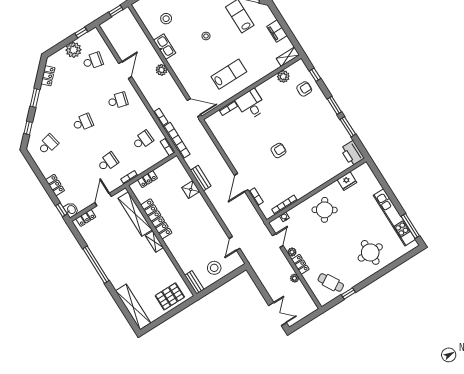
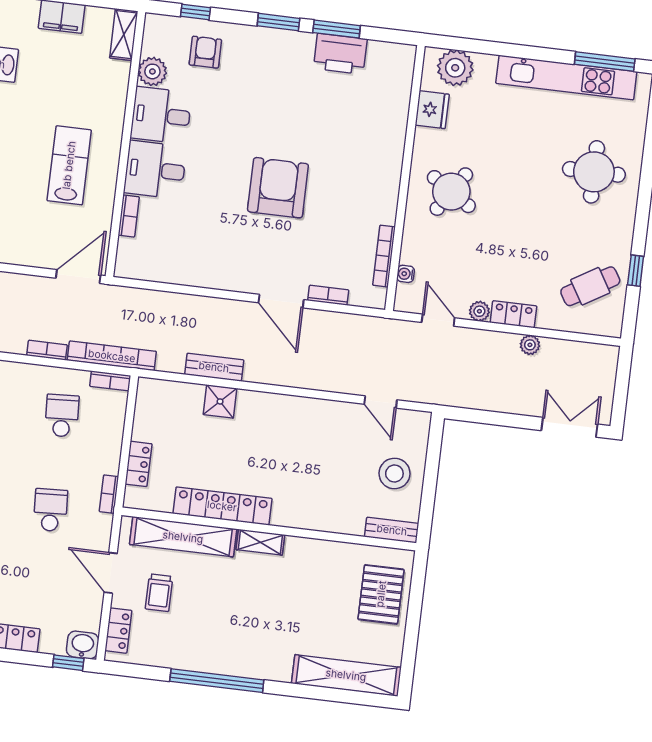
desk: (271, 91) -> (161, 115), added
armchair: (278, 150) -> (278, 188), width x1.88, depth x1.88
printer: (352, 153) -> (340, 54), moved
plant: (367, 177) -> (455, 68), added
trolley: (110, 221) -> (159, 593), added

